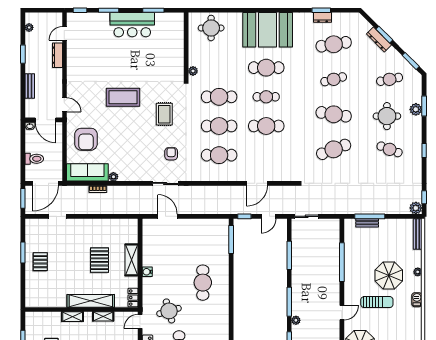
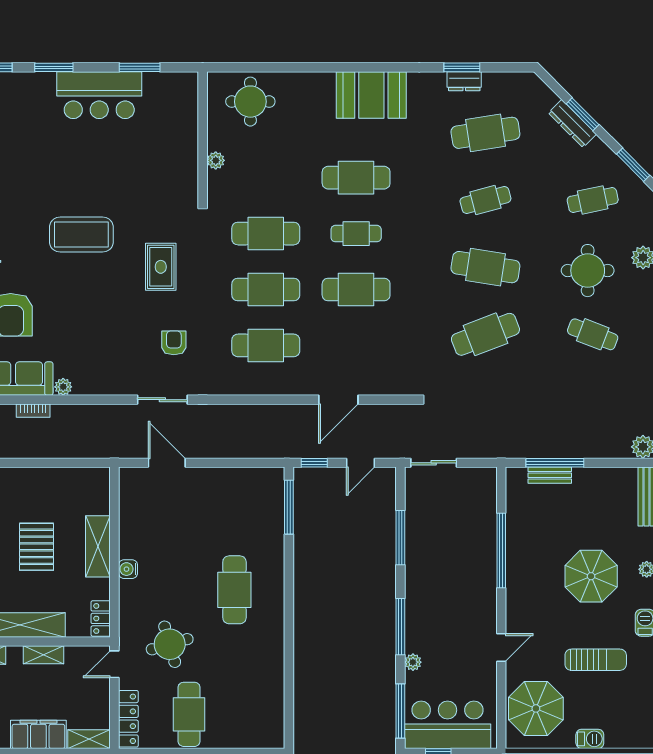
booth: (268, 30) -> (371, 95), width x0.73, depth x0.70
plant: (193, 71) -> (216, 160), moved
sun lounger: (377, 302) -> (596, 660), moved

